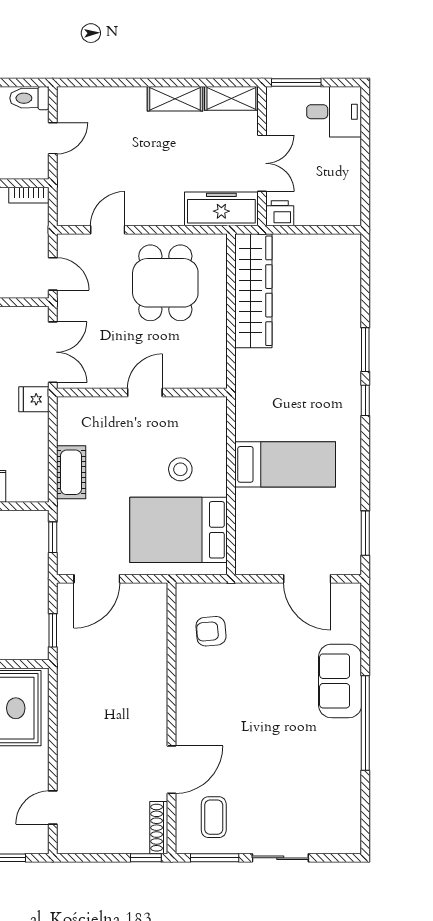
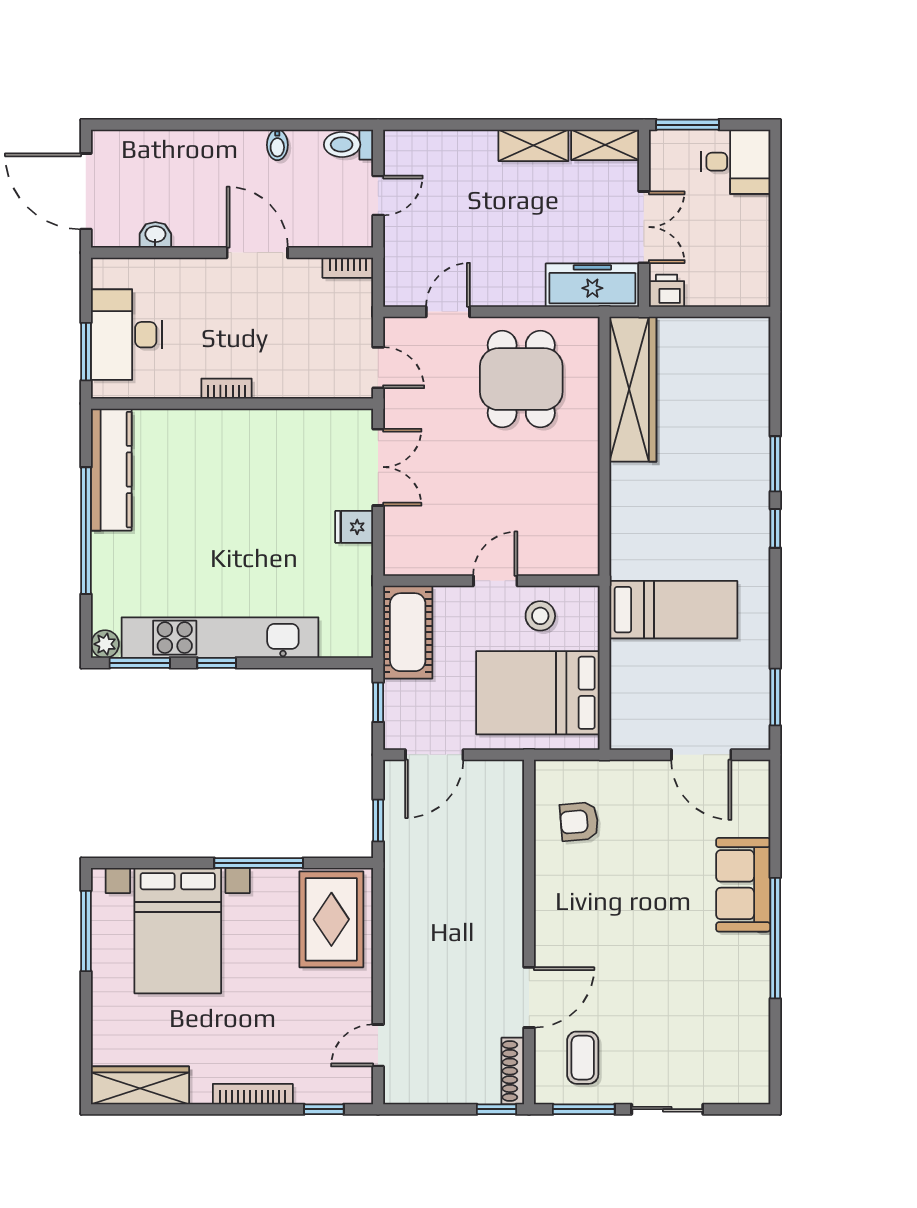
wall: (142, 393) -> (491, 581), moved
door: (145, 393) -> (495, 581), moved
cot: (71, 472) -> (408, 632), width x1.37, depth x1.34

